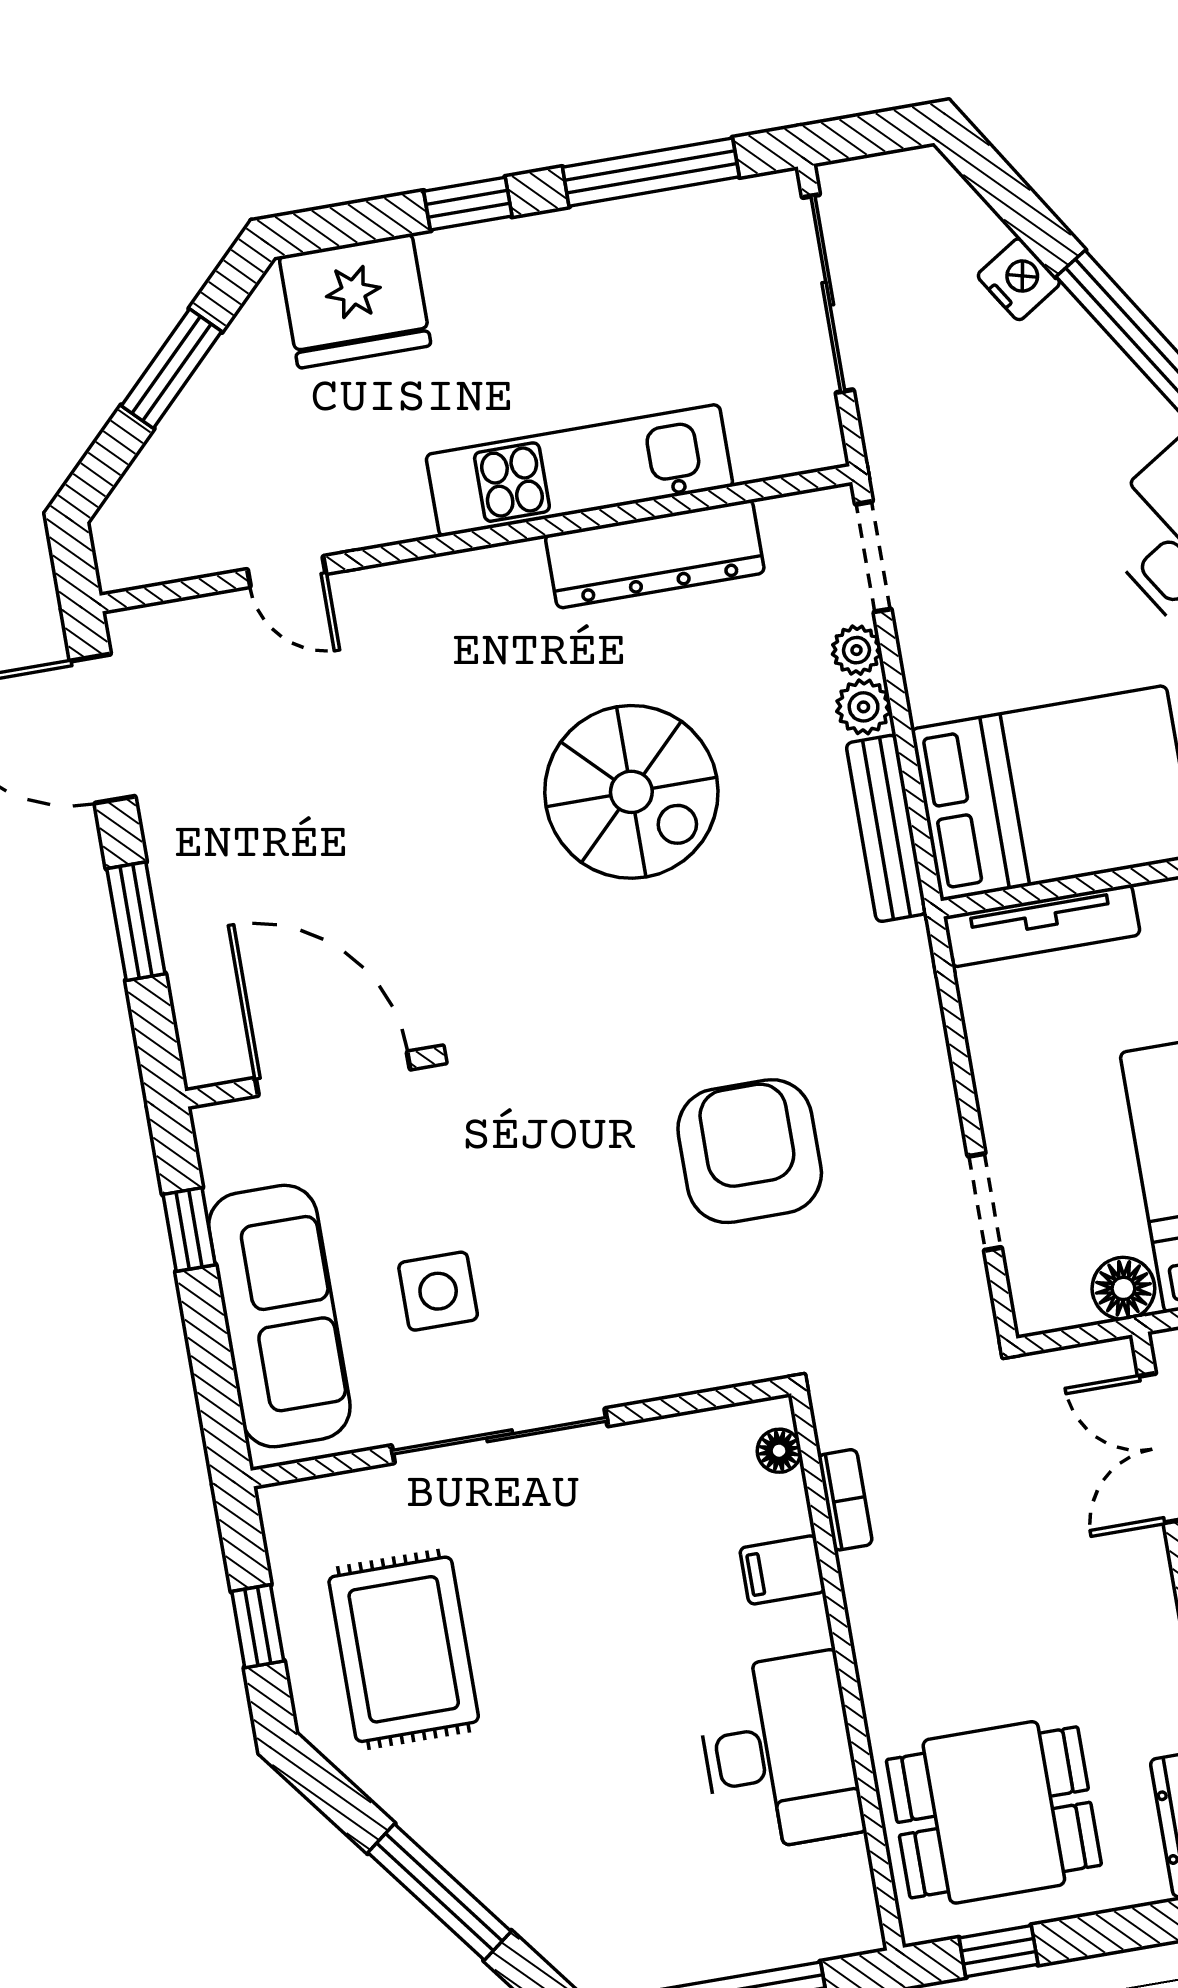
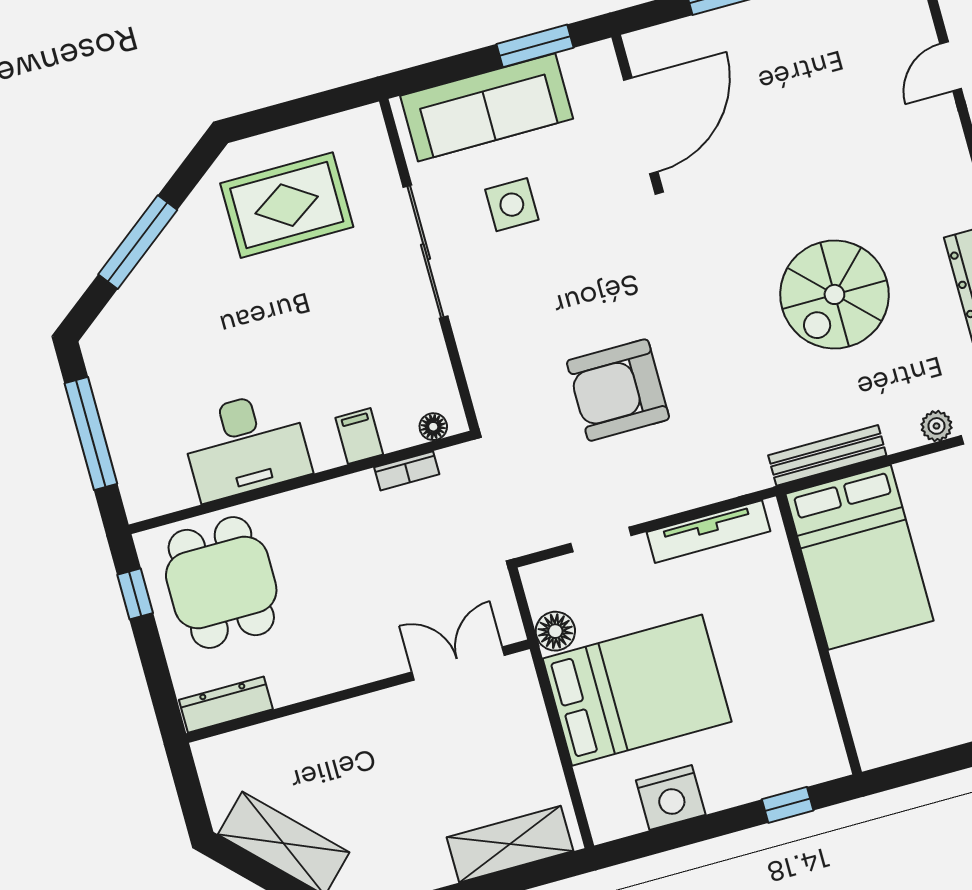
plant: (864, 707) -> (902, 434), removed
tv unit: (1042, 926) -> (709, 532), moved, turned -90
armchair: (750, 1151) -> (618, 390), turned 180
window: (189, 1230) -> (535, 46), width x1.50
window: (258, 1626) -> (292, 113), removed

